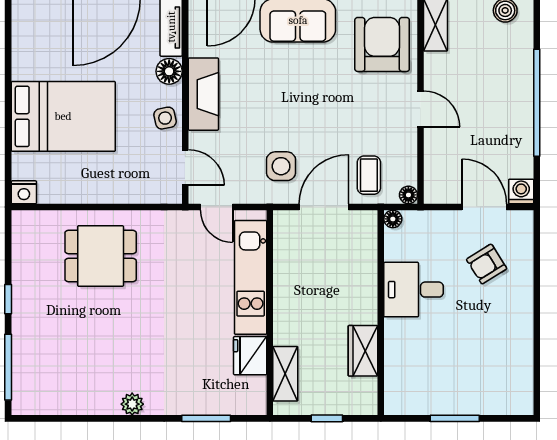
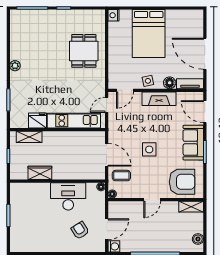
side table: (281, 166) -> (149, 149), moved
desk: (414, 290) -> (68, 196), width x1.37

